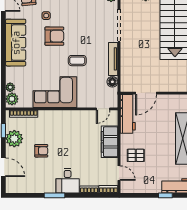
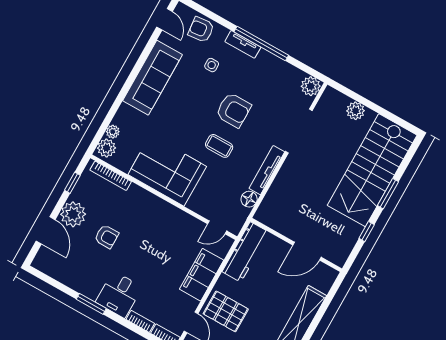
armchair: (54, 36) -> (233, 110), moved
door: (146, 93) -> (307, 251), moved
plant: (14, 139) -> (73, 214), moved
pallet: (136, 155) -> (226, 311), width x1.50, depth x1.42

